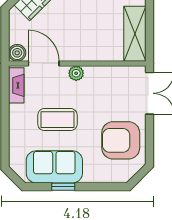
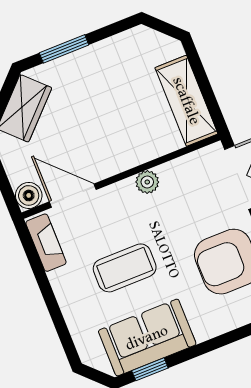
plant: (76, 73) -> (147, 182), moved
window: (63, 187) -> (150, 369), moved

